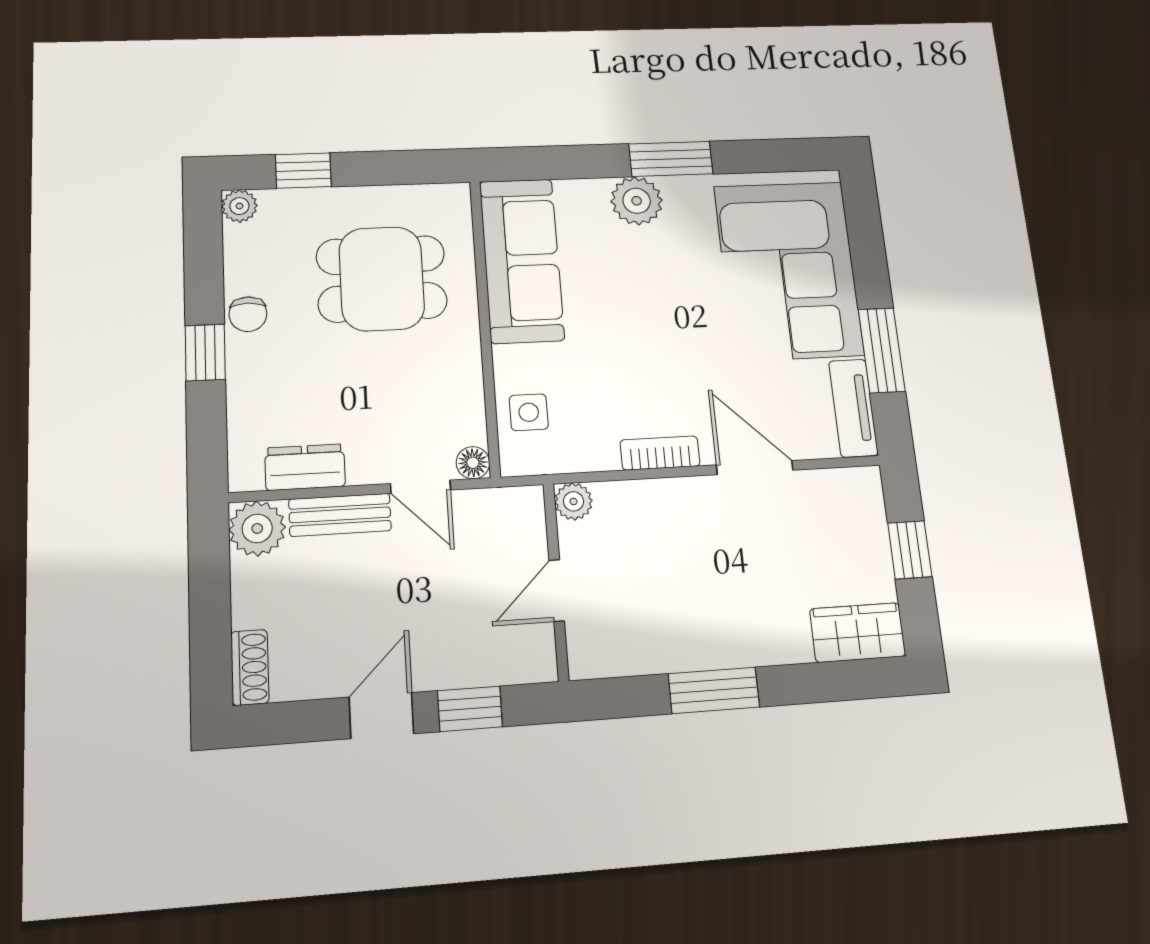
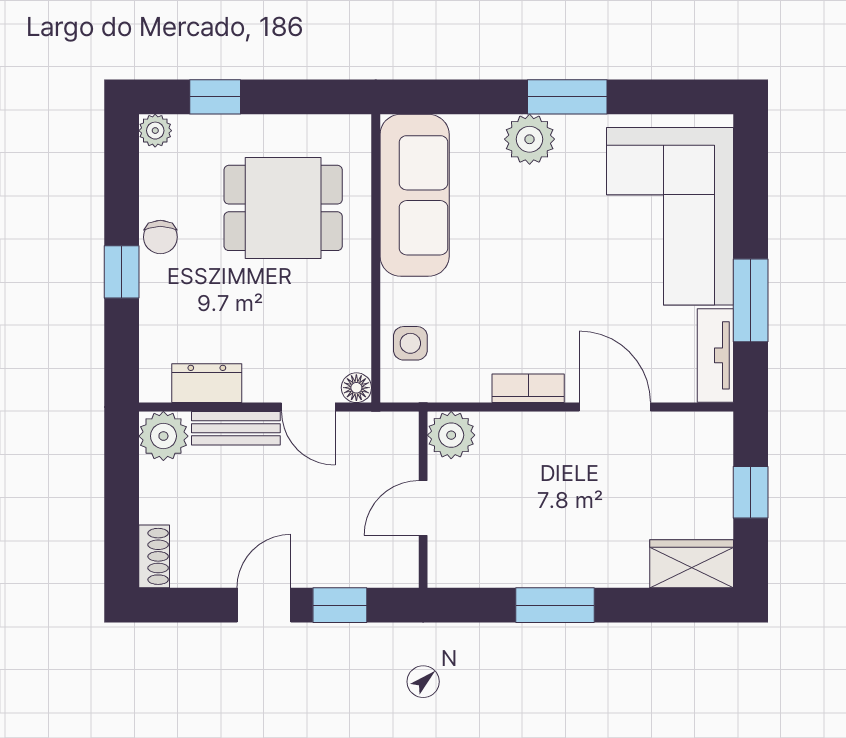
plant: (574, 501) -> (451, 435), width x1.38, depth x1.38

